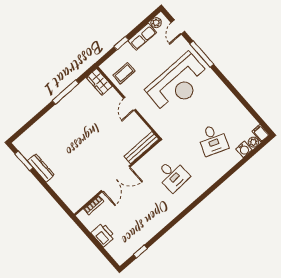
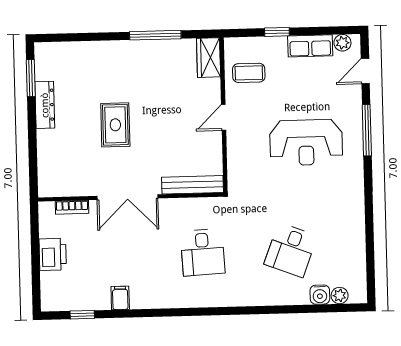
reception desk: (178, 83) -> (306, 142), width x0.74, depth x0.77
filing cabinet: (261, 133) -> (120, 298), moved
rug: (82, 150) -> (115, 125), added

